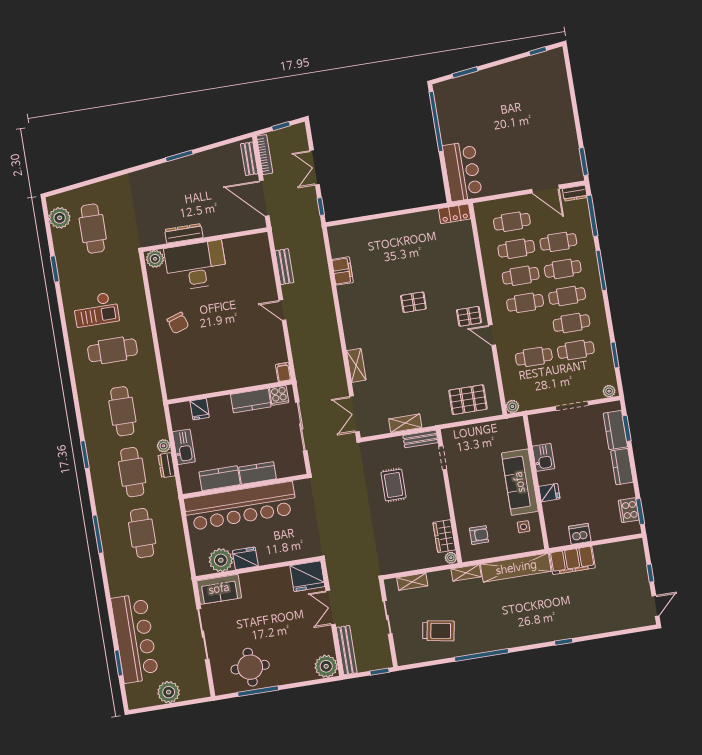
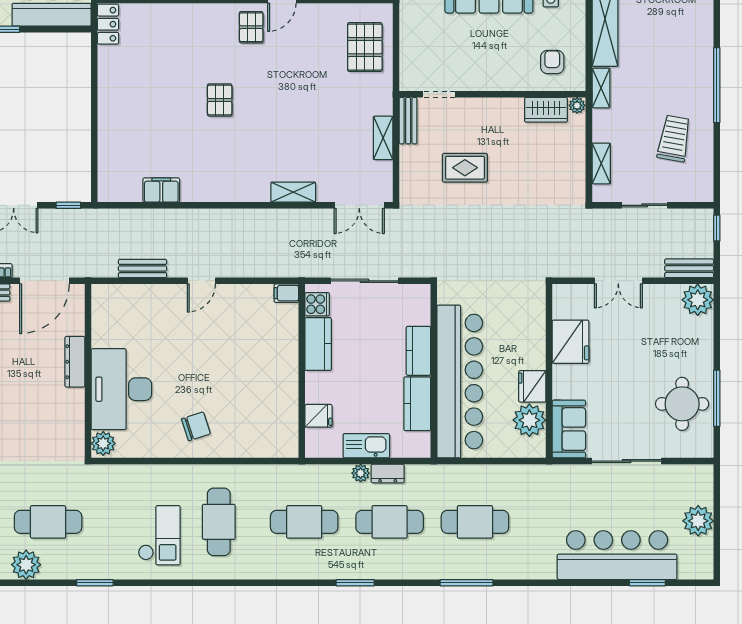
dresser: (184, 233) -> (75, 362), moved
fridge: (307, 576) -> (570, 342), moved
bench: (347, 650) -> (689, 268), width x0.73

